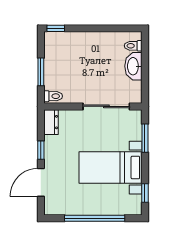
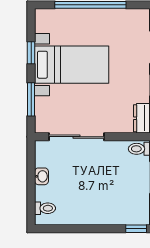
washbasin: (133, 66) -> (42, 176), width x0.52, depth x0.69
window: (145, 193) -> (31, 53), moved

